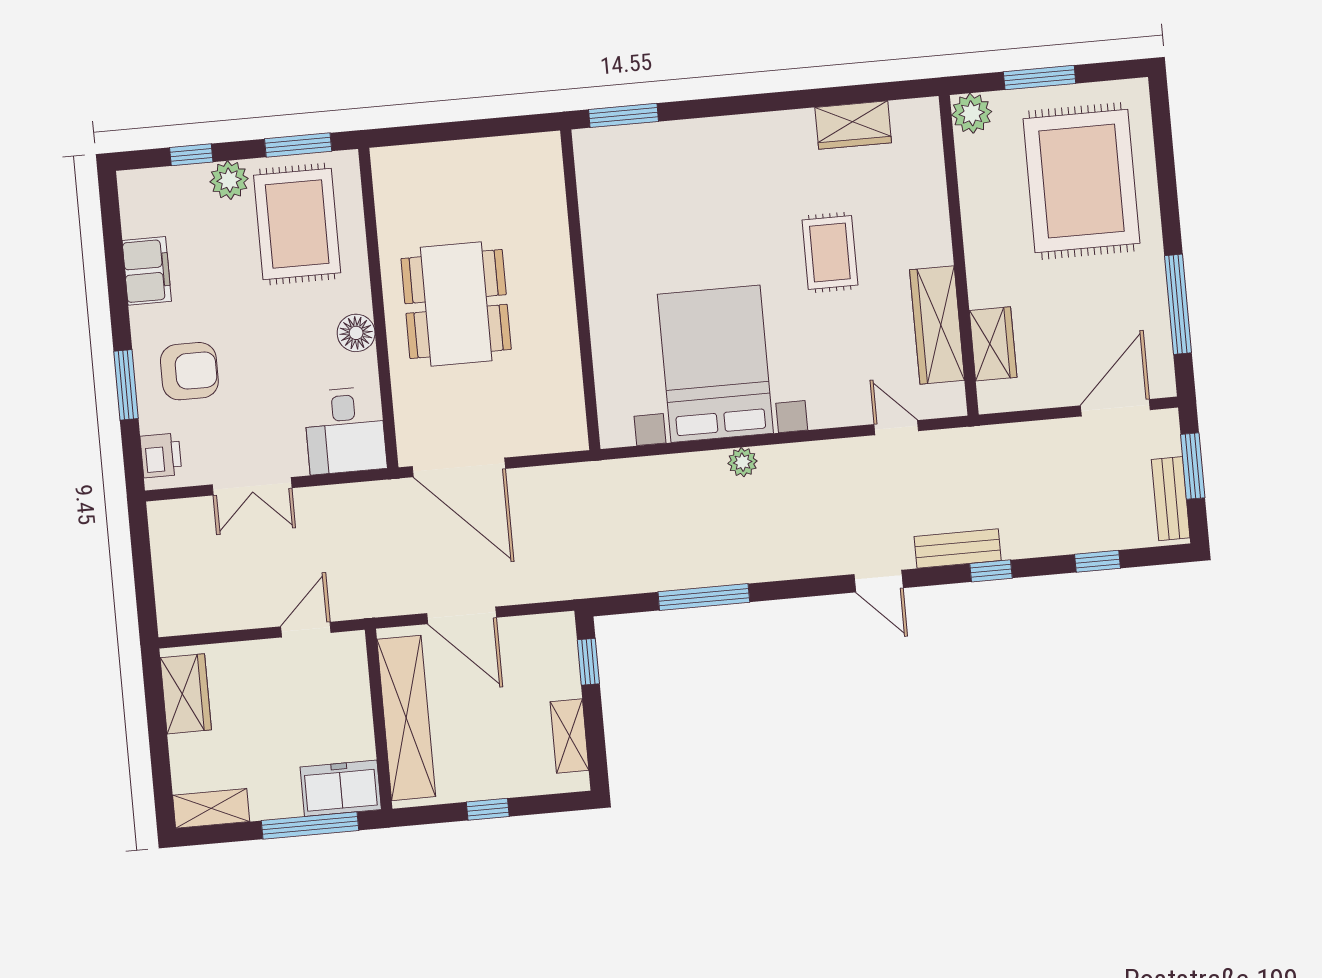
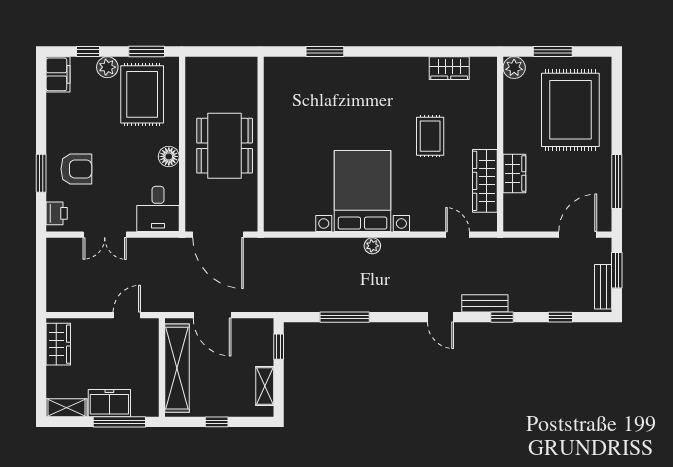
filing cabinet: (147, 271) -> (58, 74), moved
wall: (580, 290) -> (261, 144), moved
wardrobe: (993, 344) -> (514, 174), moved
freezer: (341, 788) -> (109, 403), moved

